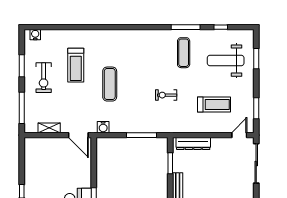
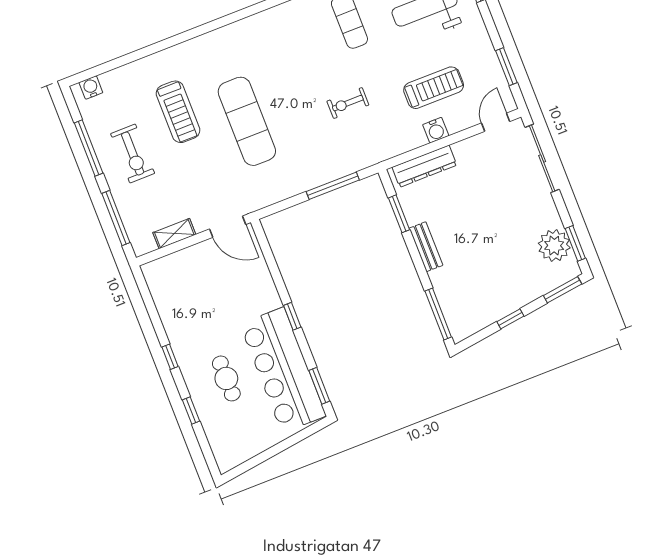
window: (22, 66) -> (89, 148), width x1.44
exercise mat: (110, 84) -> (247, 121), width x1.36, depth x1.45
water cooler: (103, 127) -> (436, 130), moved

